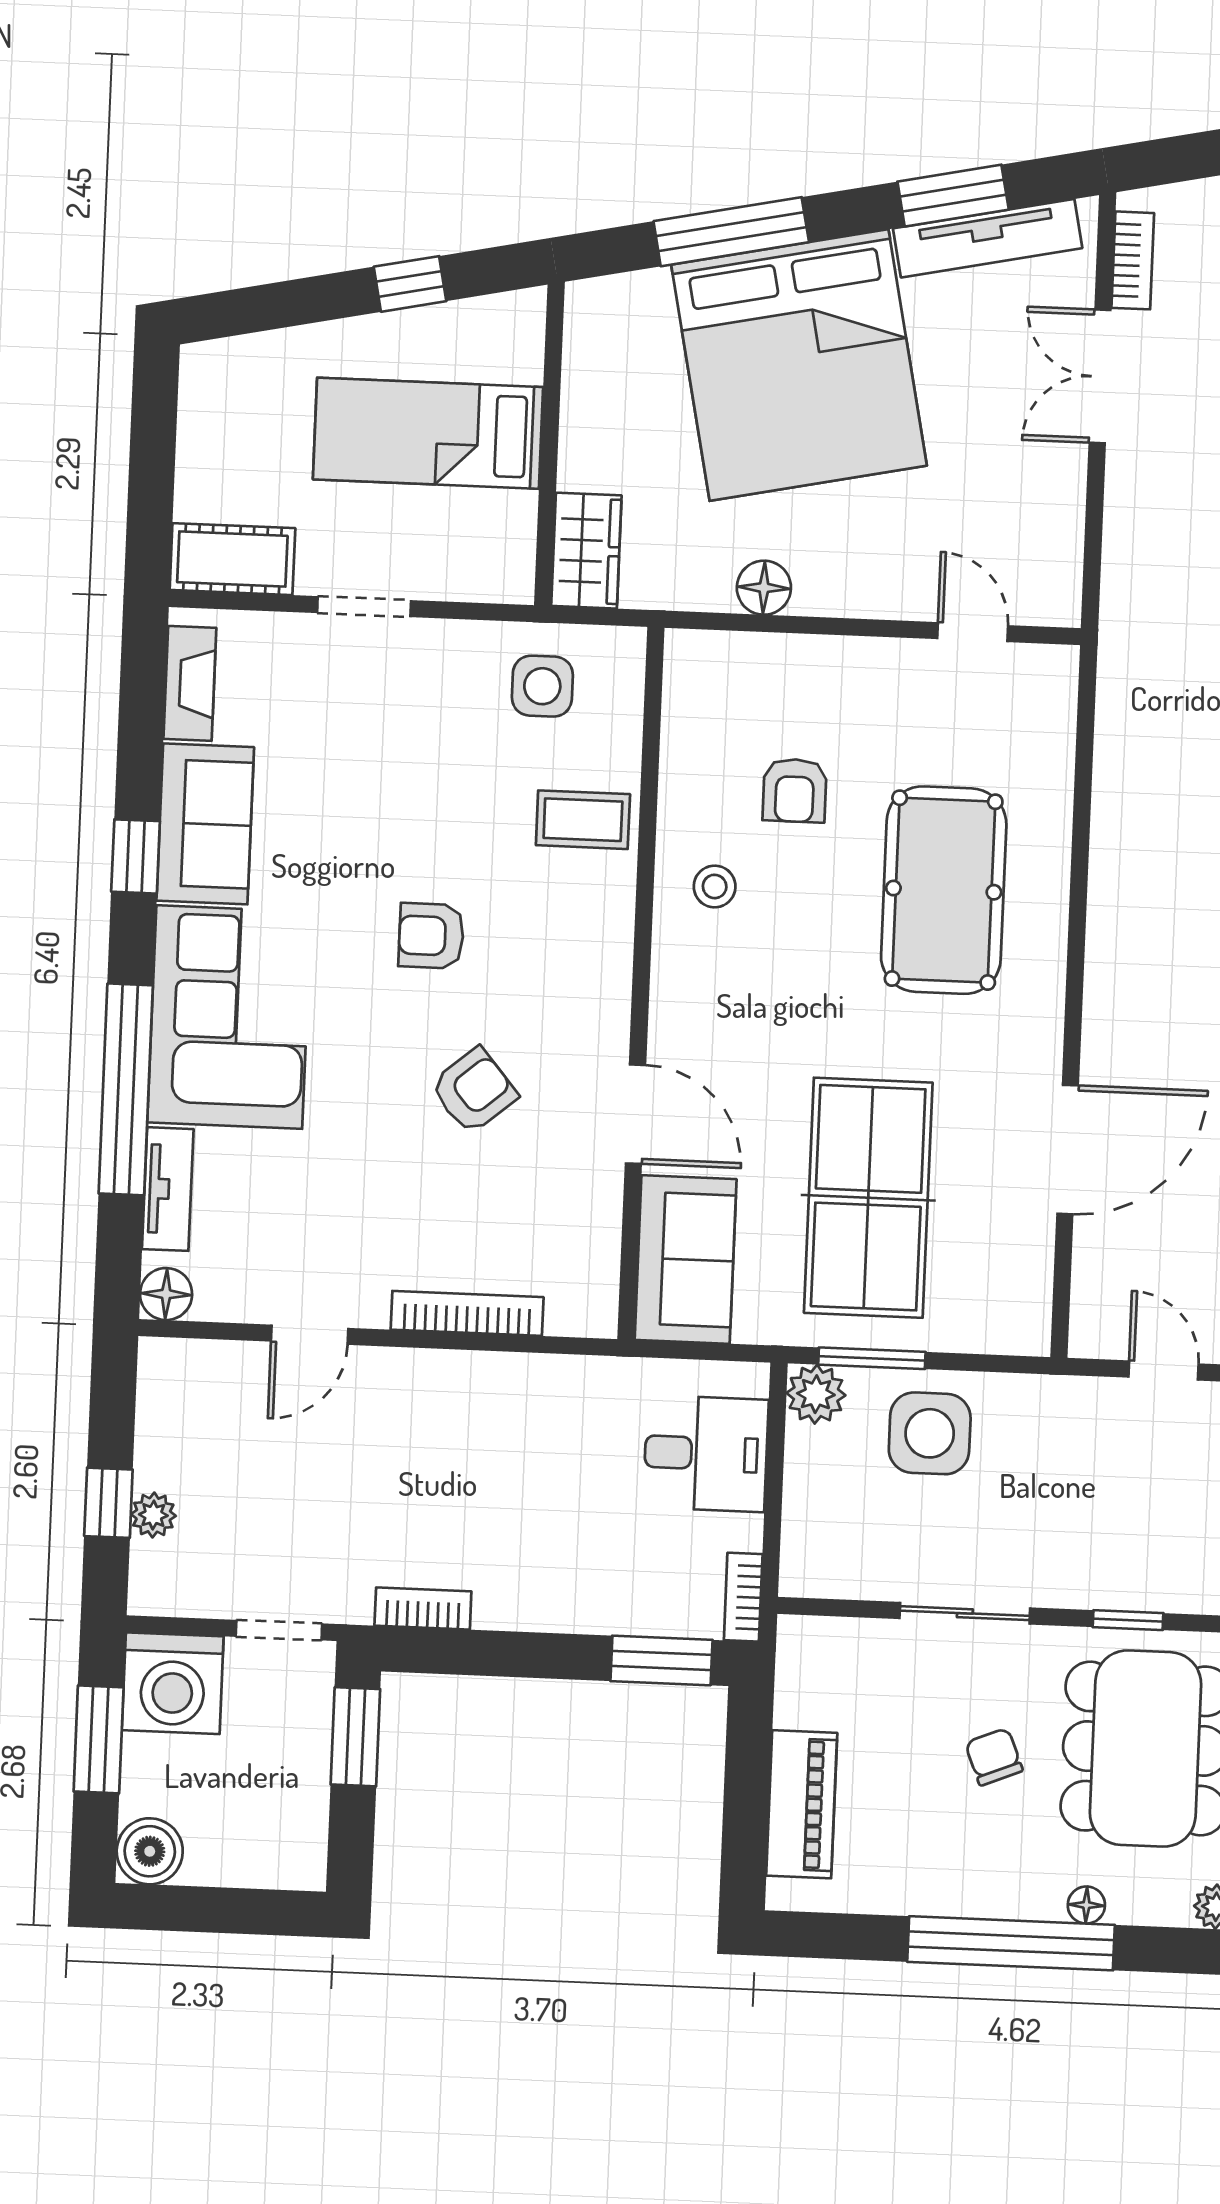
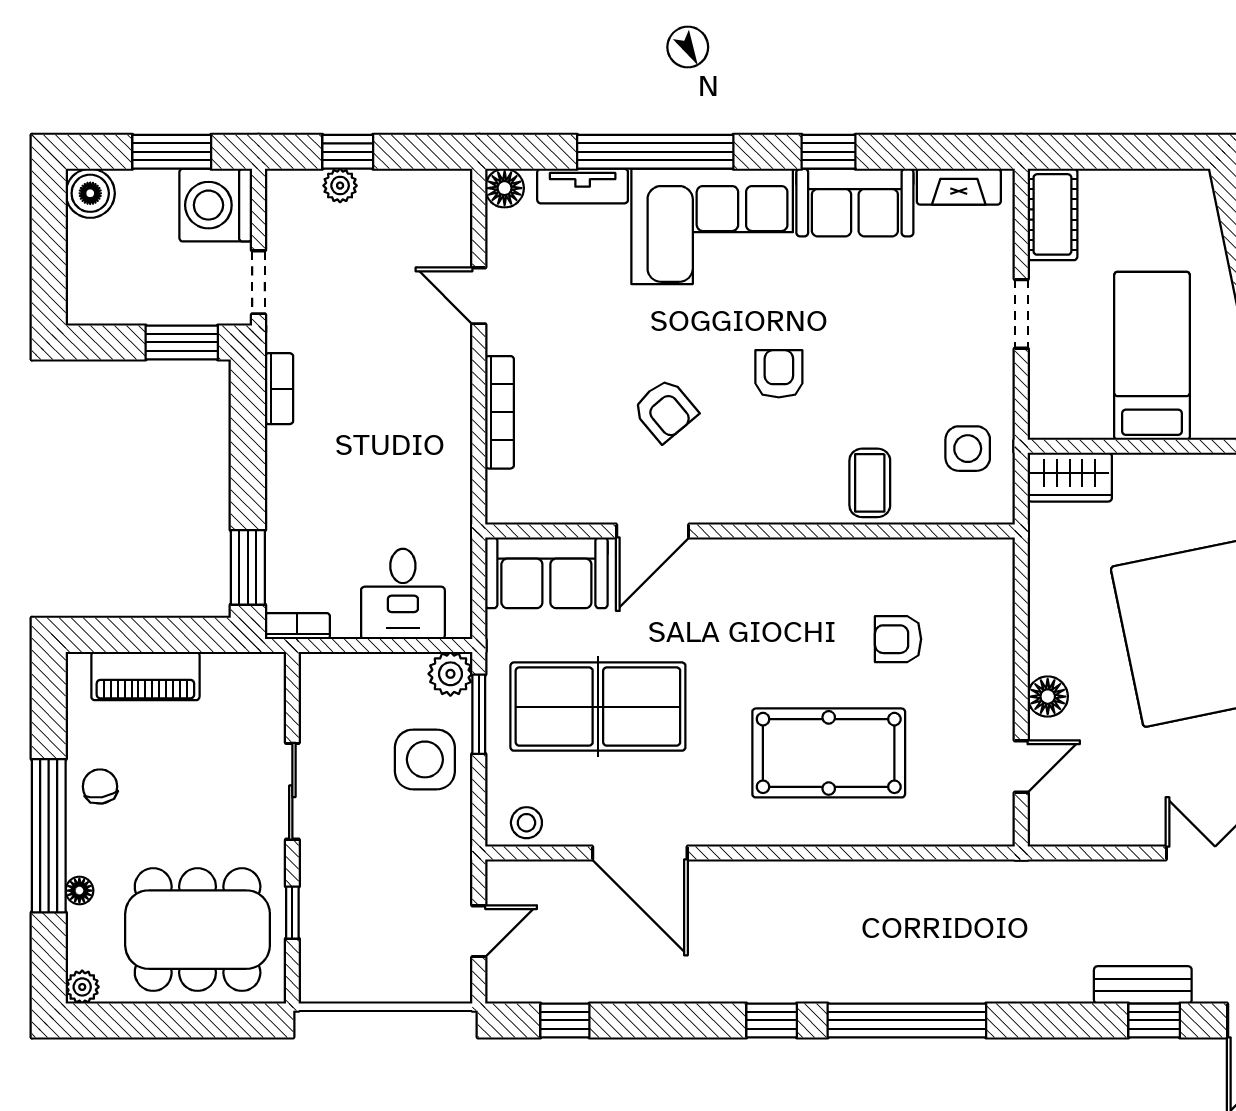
floor lamp: (764, 588) -> (1048, 697), moved
stool: (715, 886) -> (526, 823), moved
chair: (994, 1757) -> (100, 787), moved, turned -77

